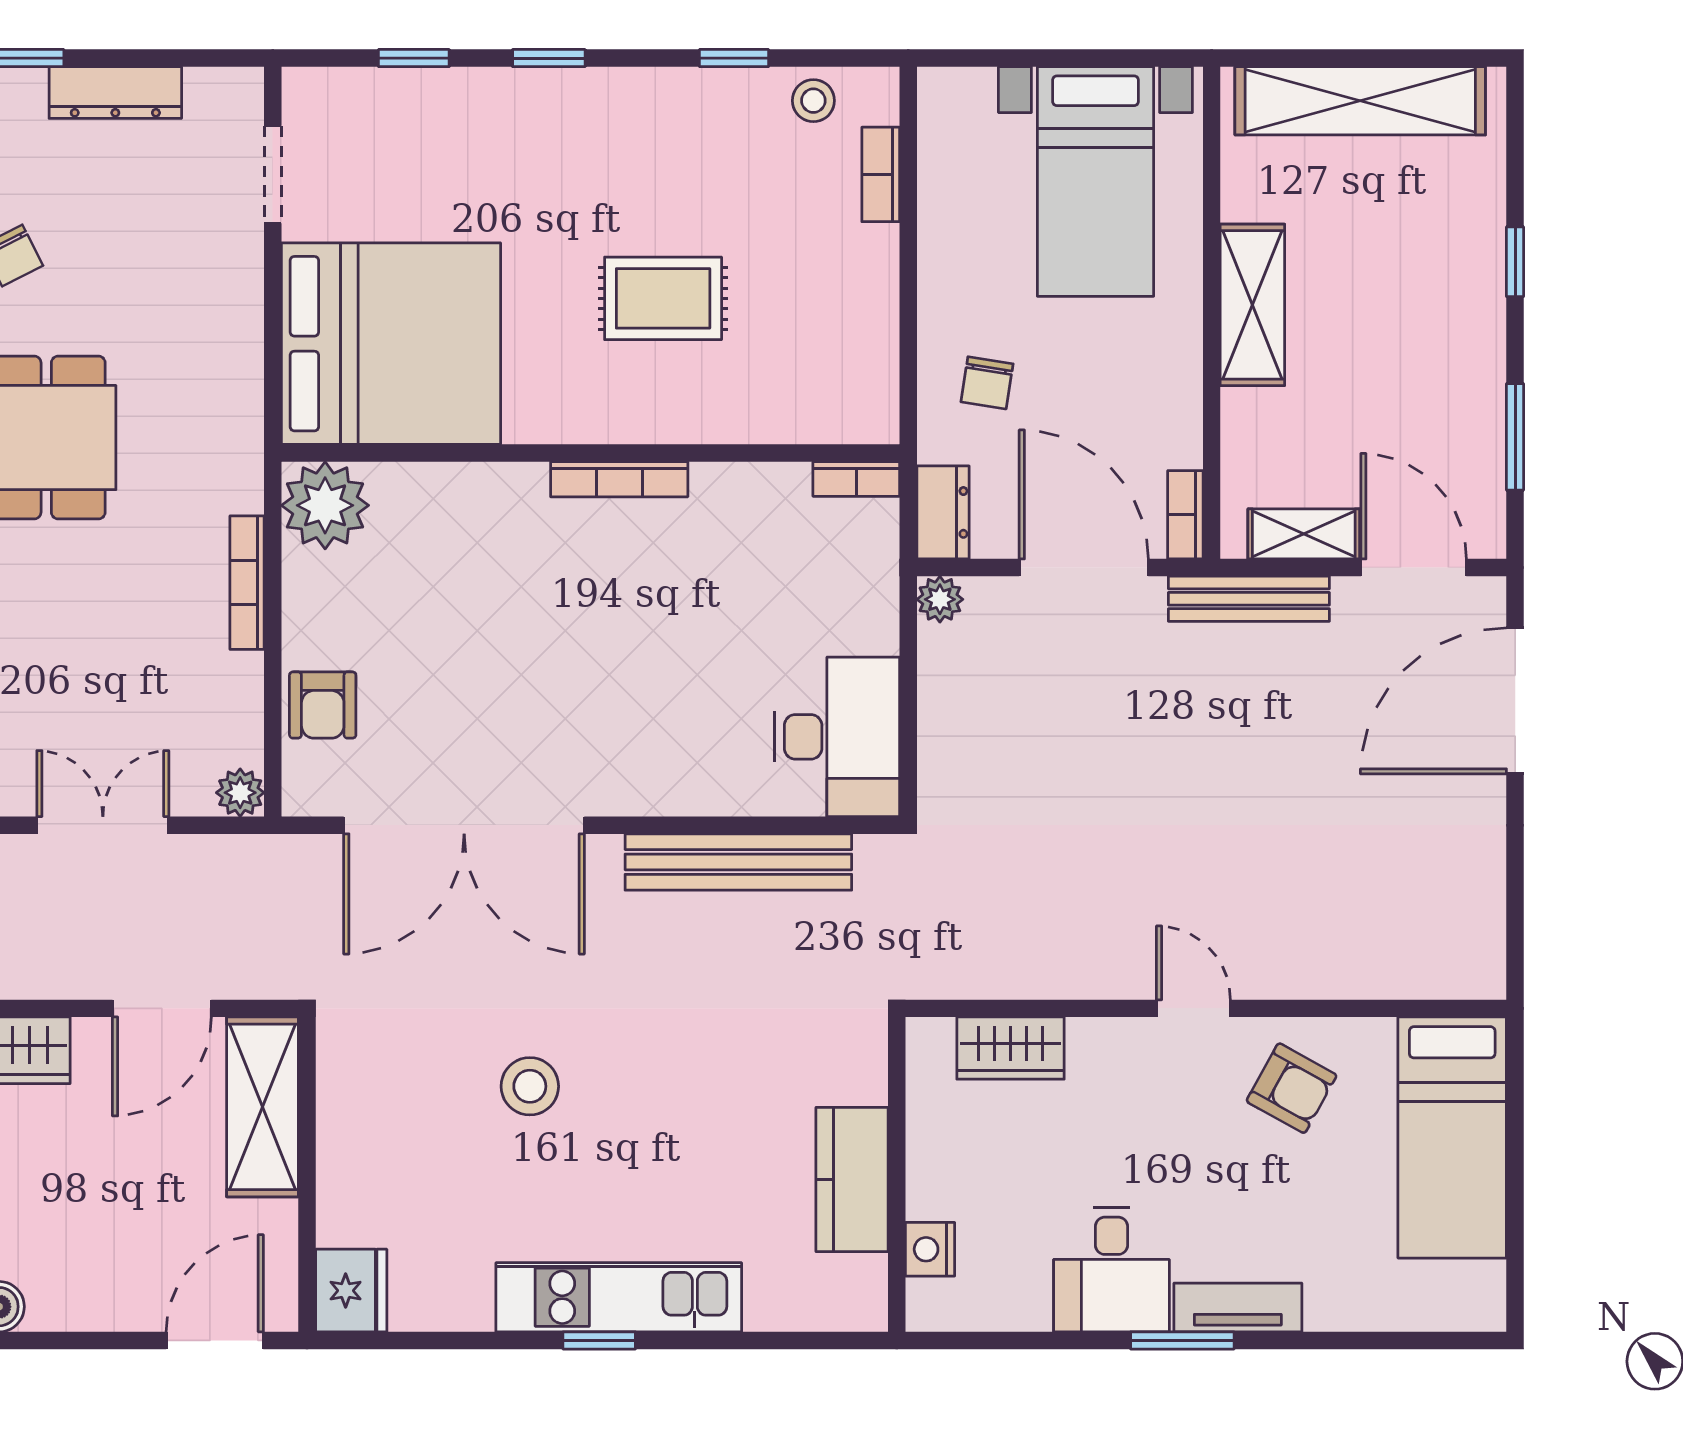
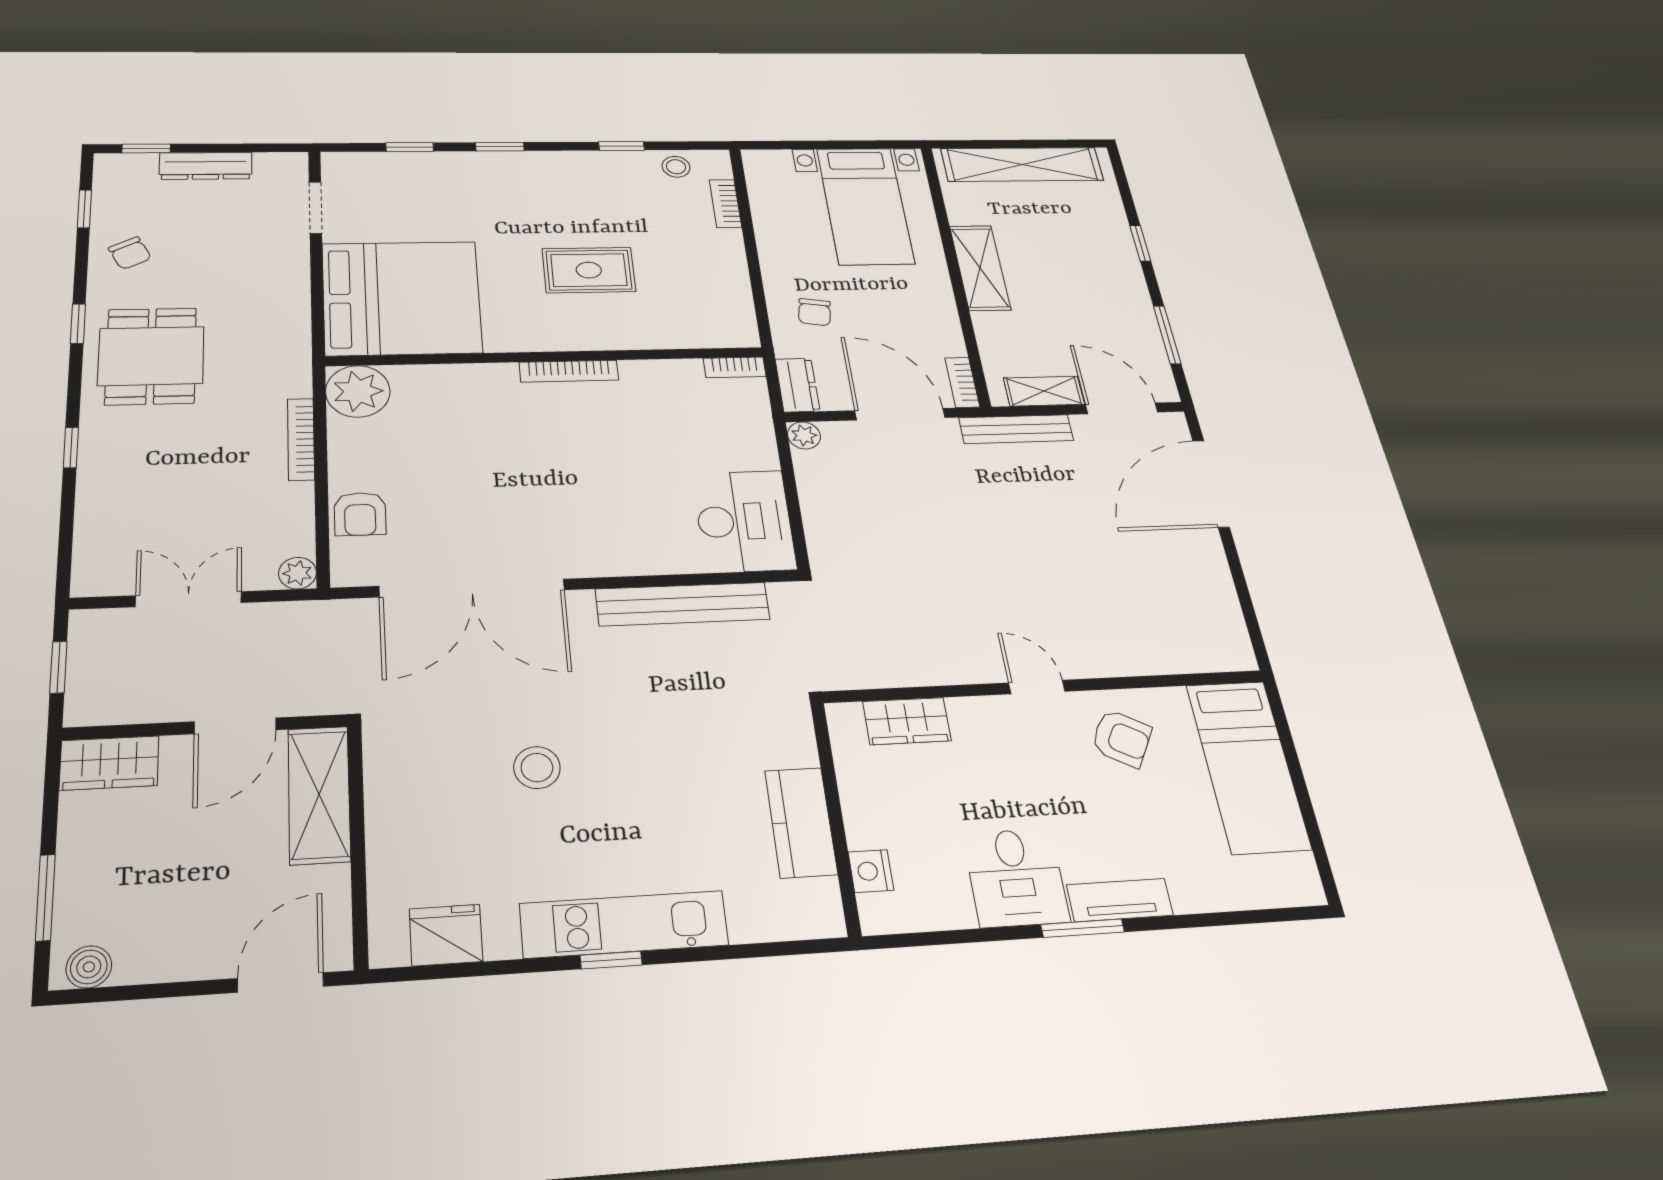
fridge: (351, 1291) -> (446, 935), moved, turned -90

